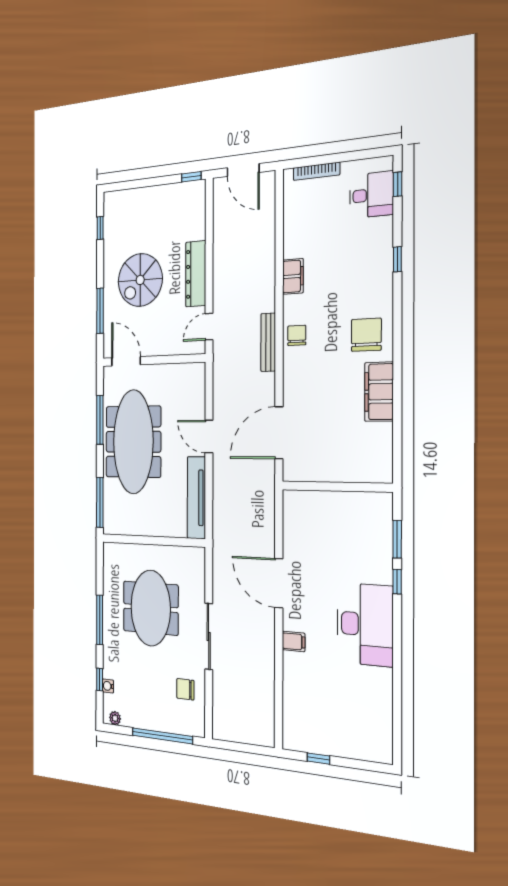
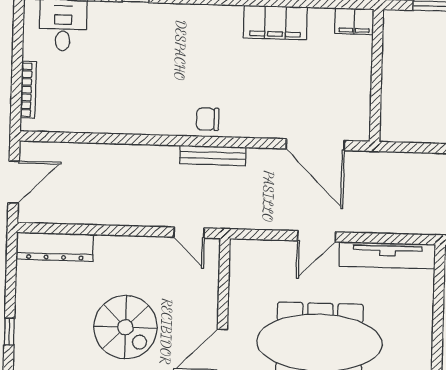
window: (191, 177) -> (9, 332), moved
dresser: (196, 274) -> (55, 247), moved
filing cabinet: (293, 276) -> (354, 21), moved, turned 180
chair: (366, 335) -> (213, 35), removed

